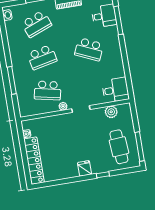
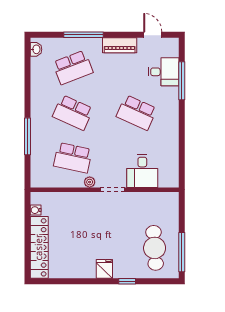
school desk: (42, 57) -> (73, 113), turned 36
desk: (115, 90) -> (142, 171), moved, turned 90
plant: (111, 112) -> (152, 200), removed

